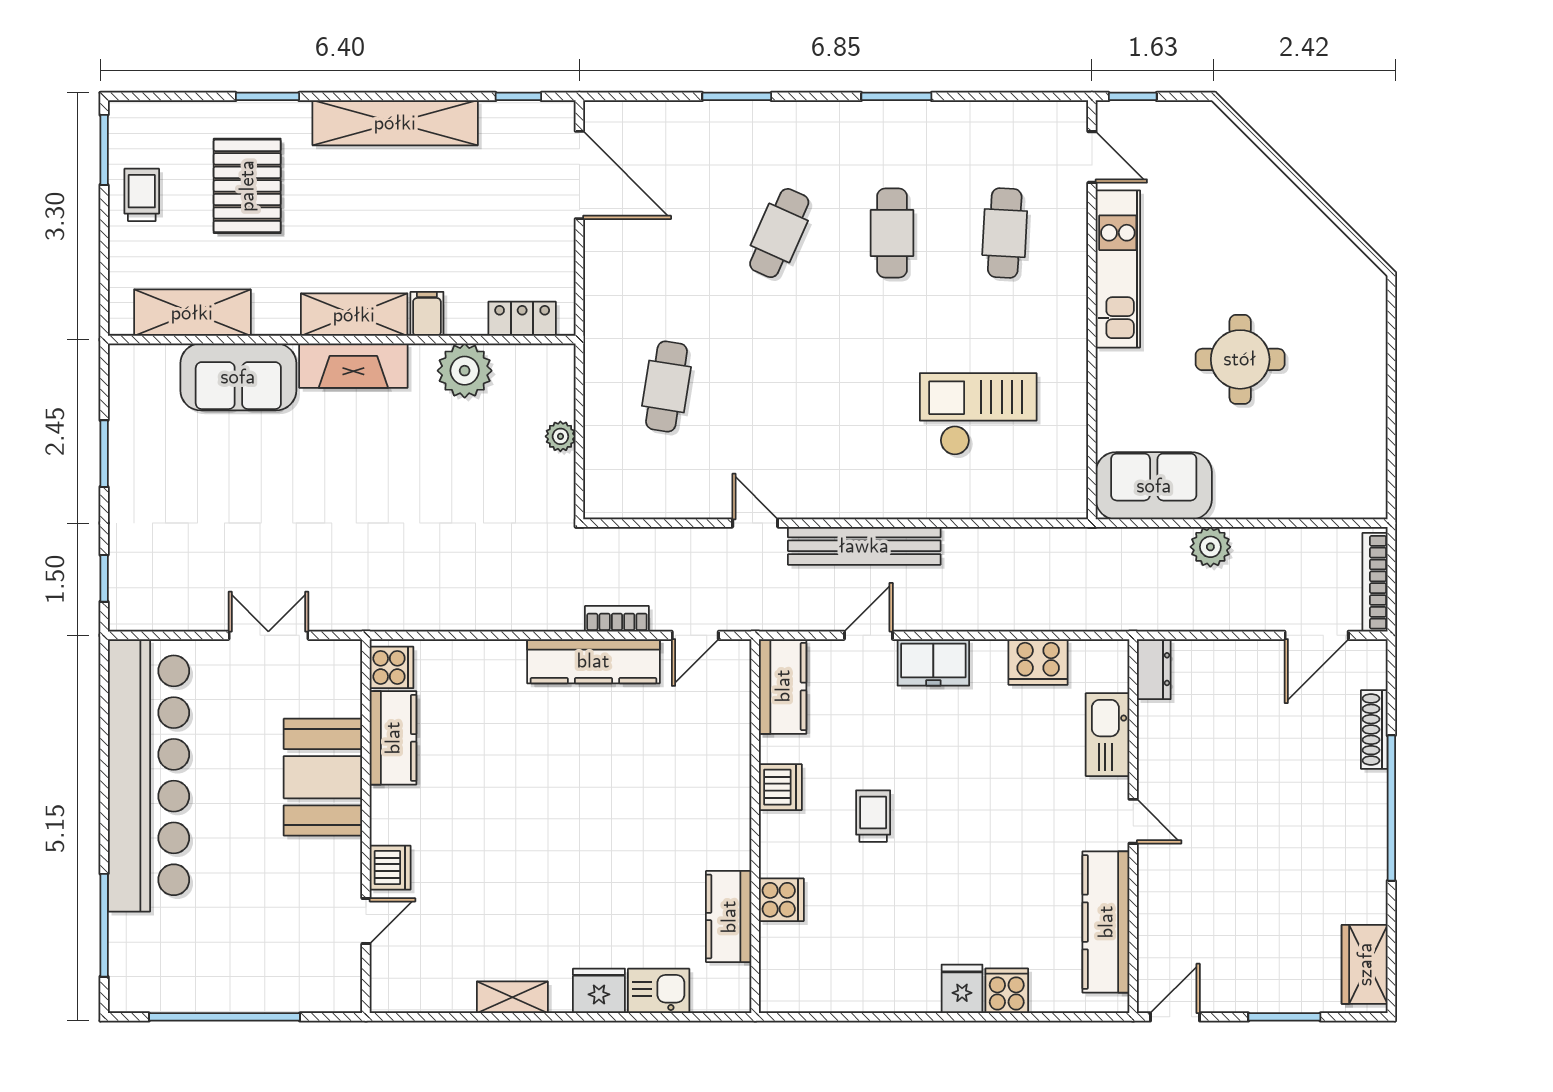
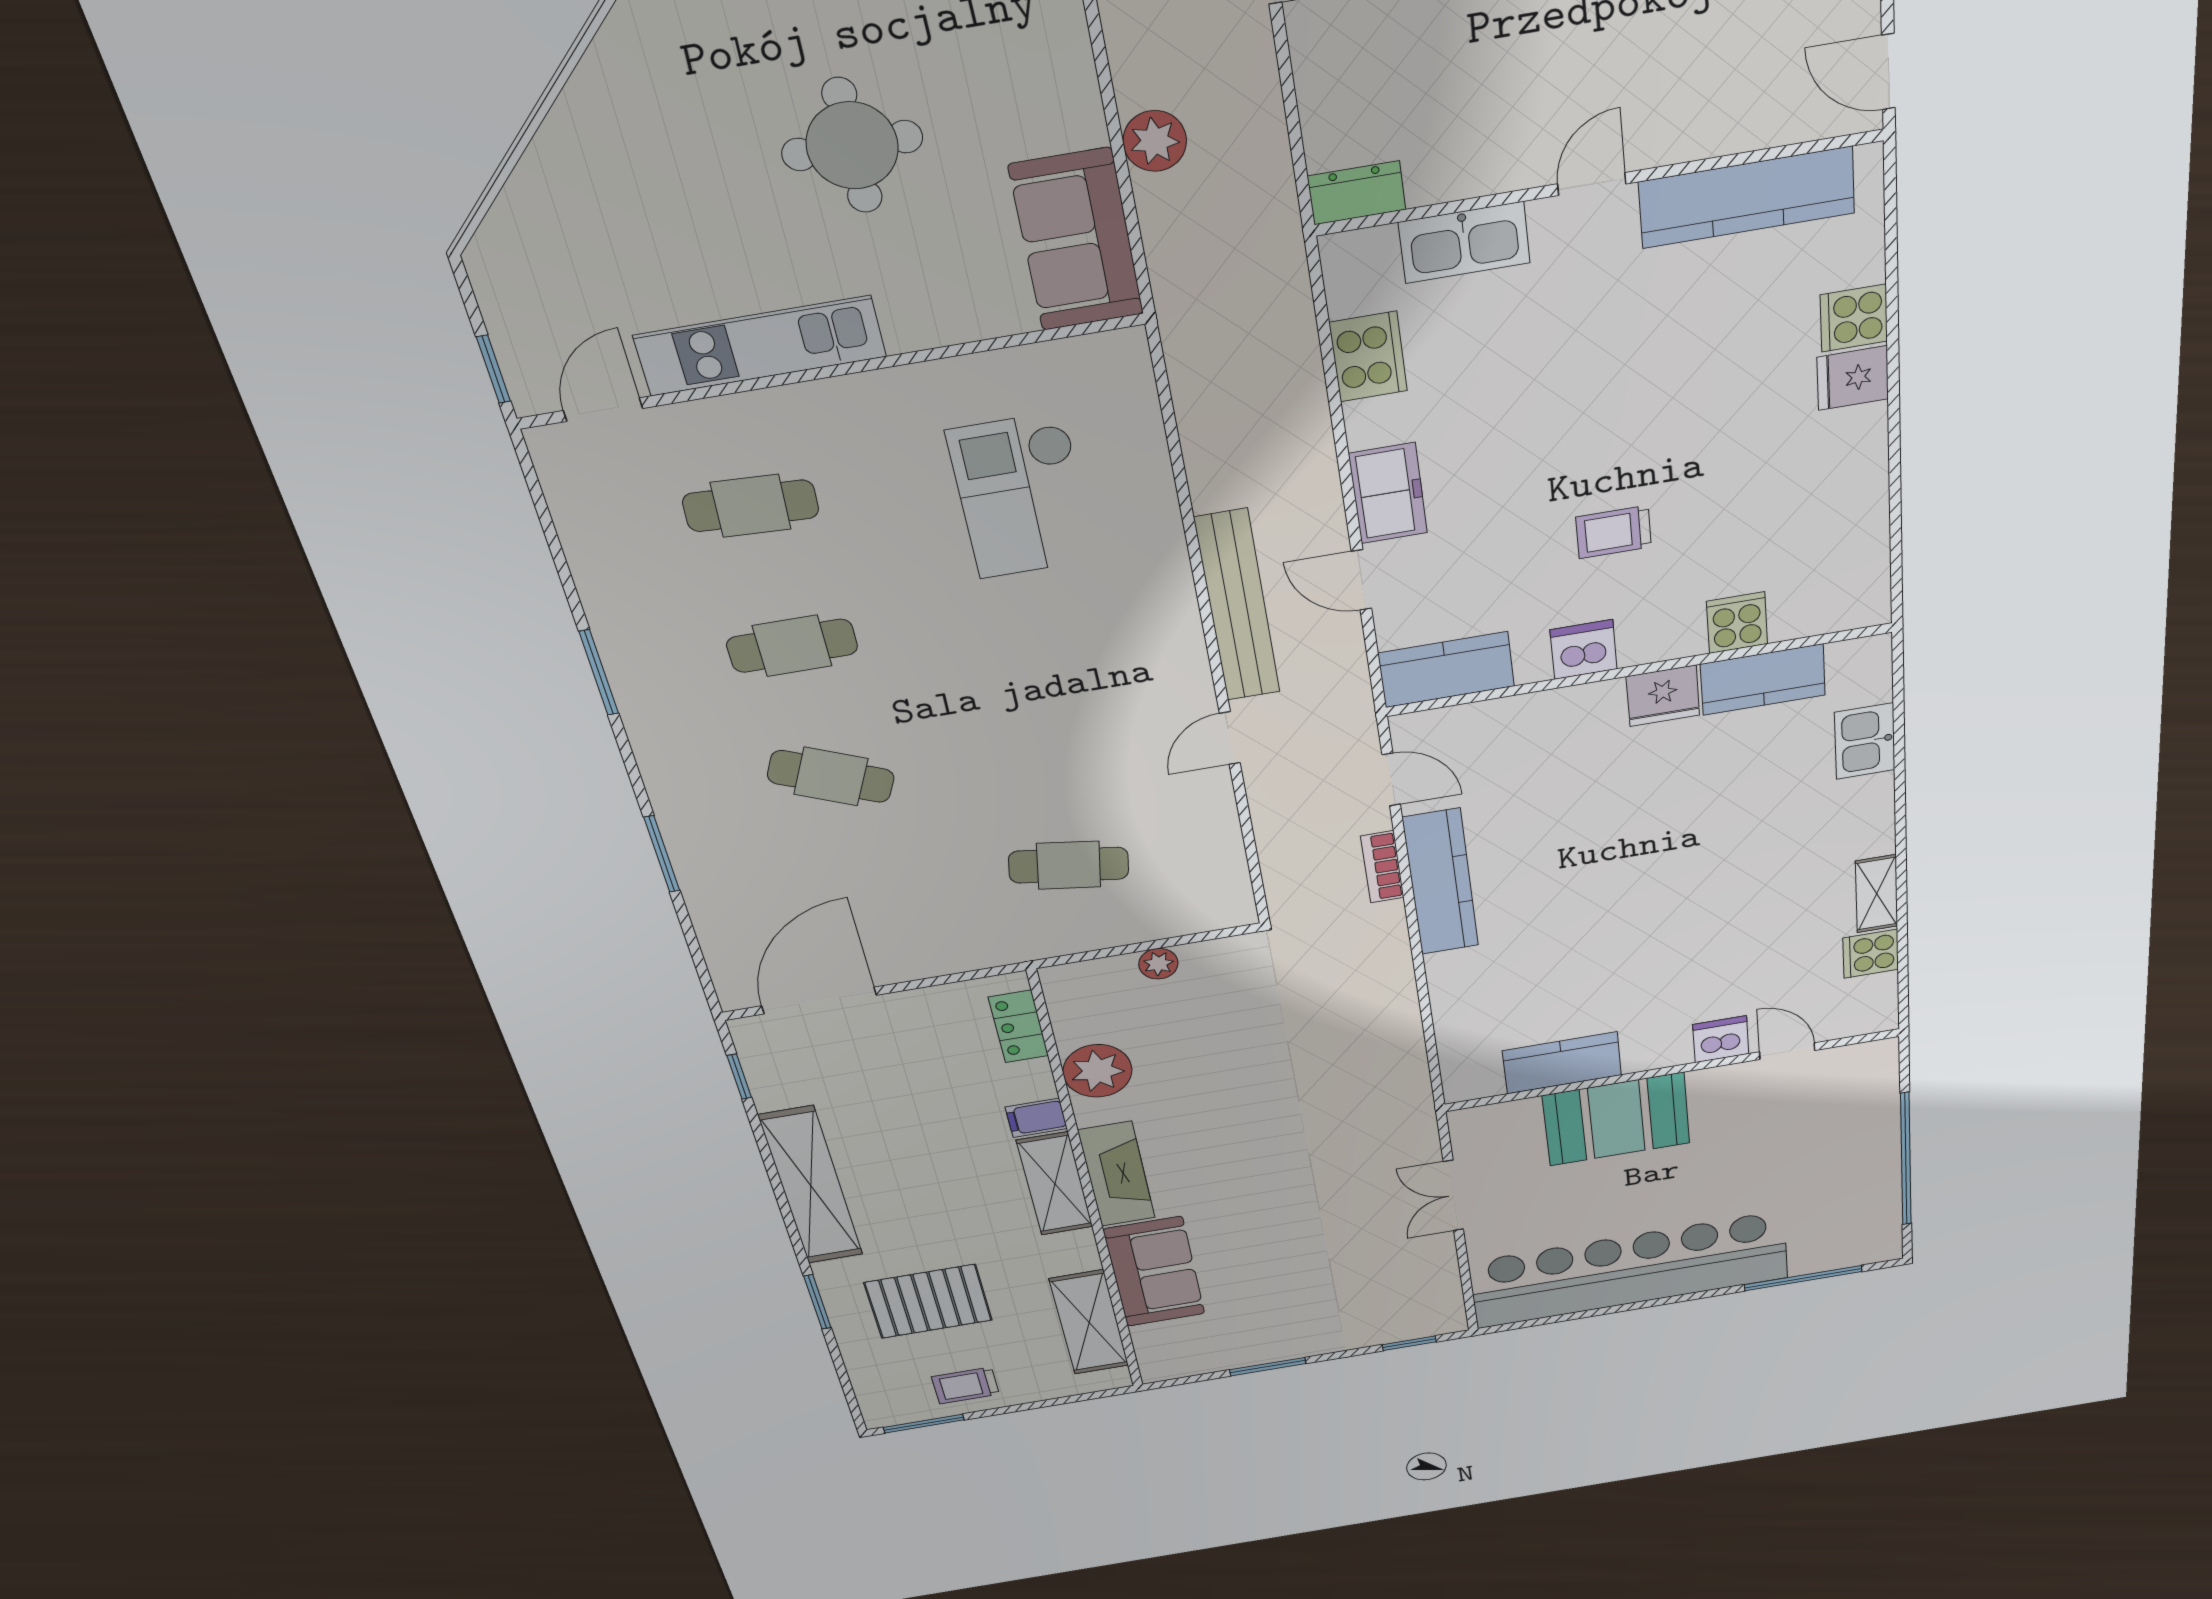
cooker: (392, 667) -> (1871, 954), moved, turned -90
fridge: (599, 991) -> (1663, 696), moved, turned -90

